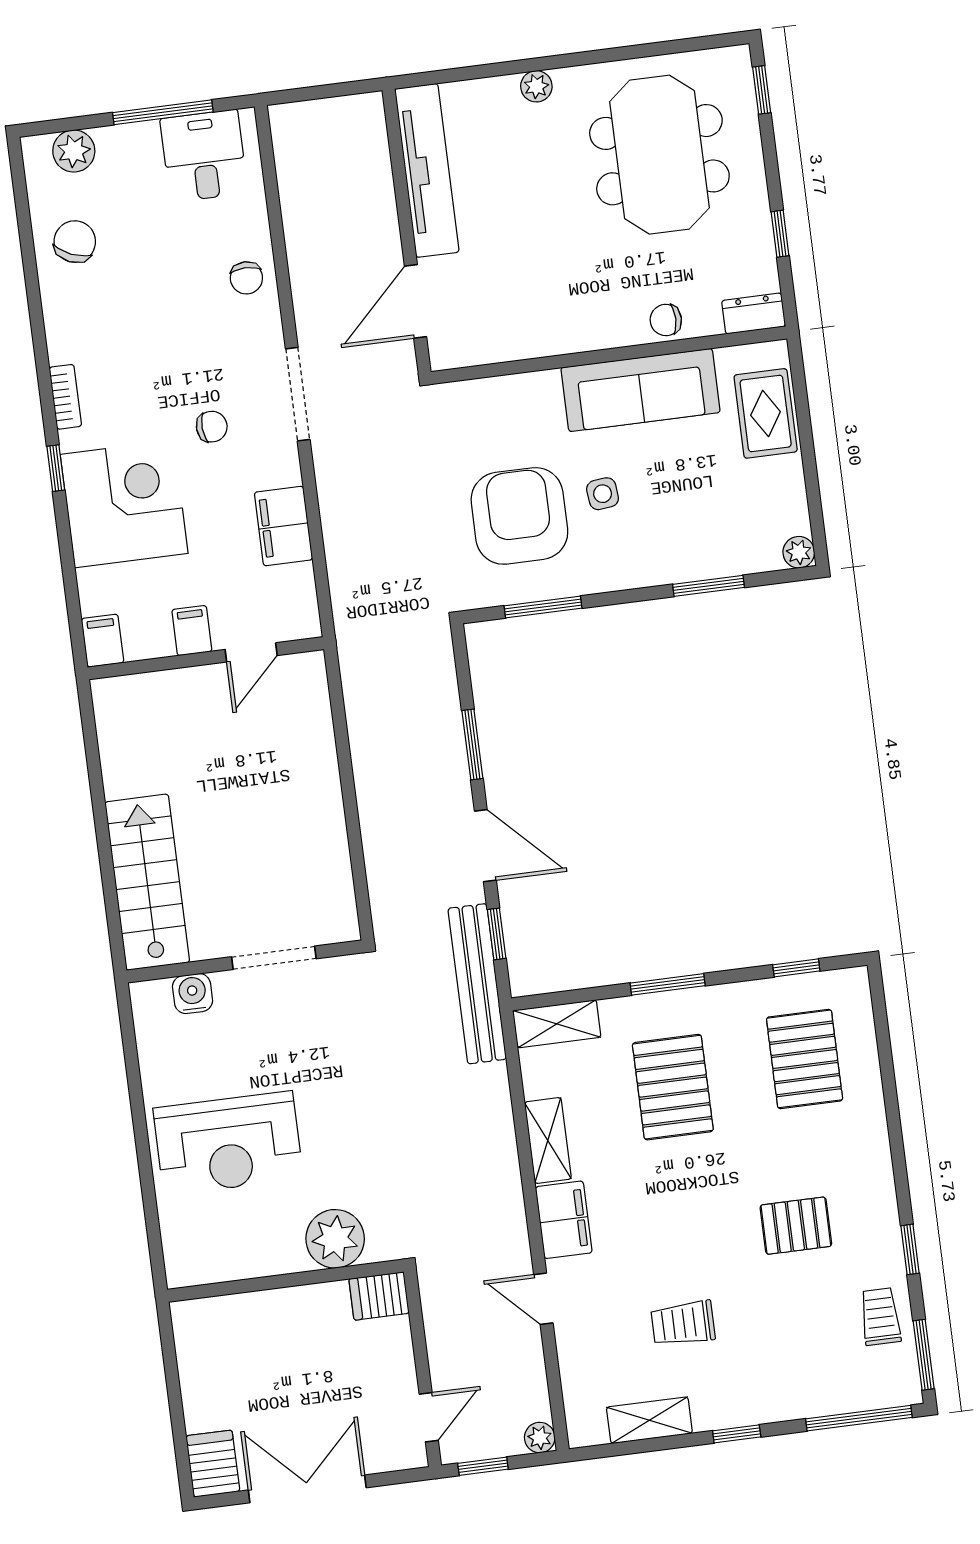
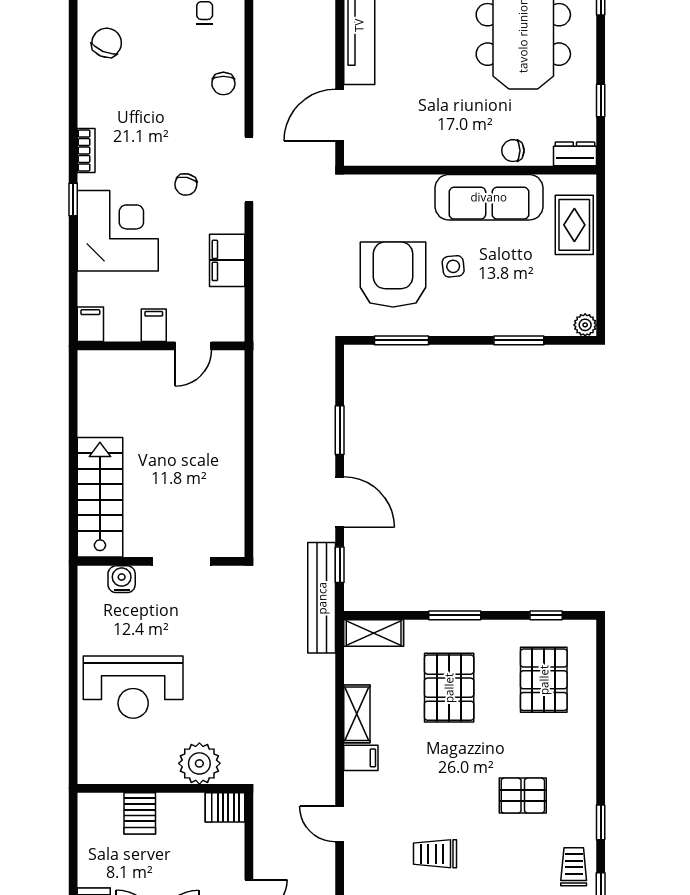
chair: (212, 427) -> (186, 184), turned 105
filing cabinet: (564, 1220) -> (361, 758), width x0.50
server rack: (260, 1320) -> (140, 813), added

